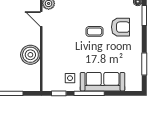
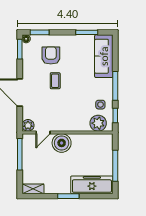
boiler: (30, 55) -> (62, 143), moved
plant: (51, 76) -> (98, 123), added
sofa: (103, 82) -> (104, 56), moved

